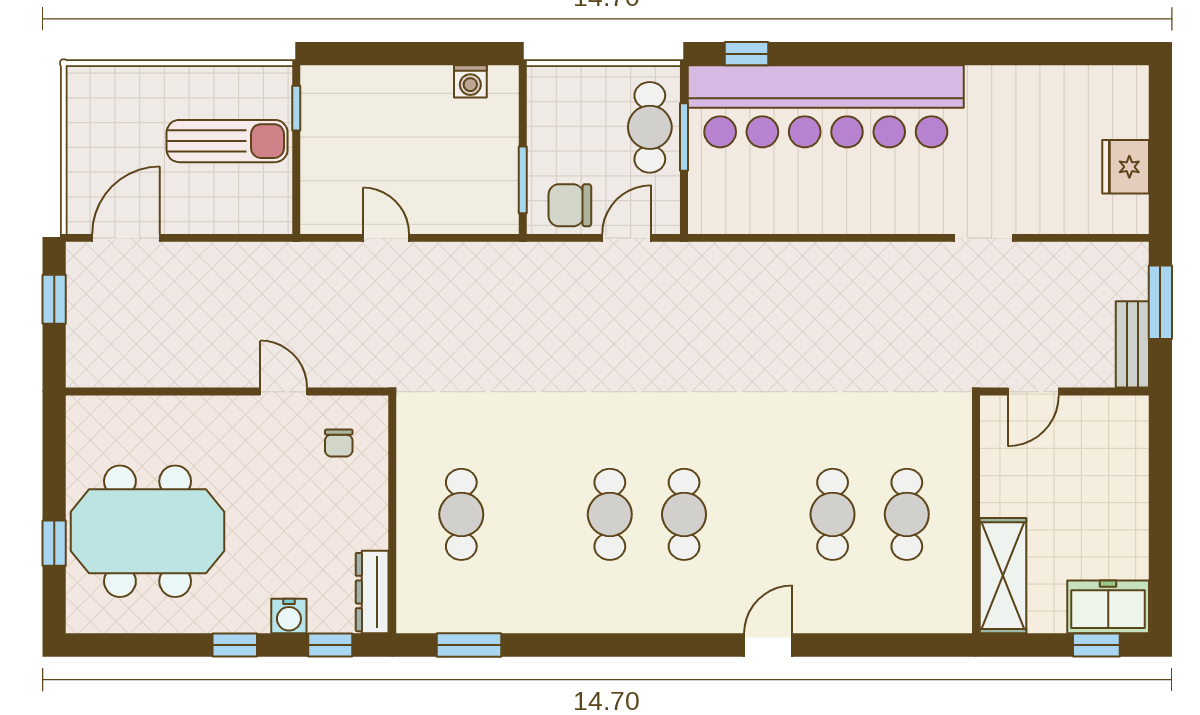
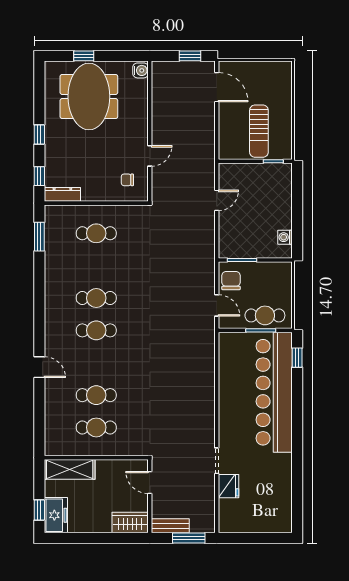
fridge: (1126, 167) -> (229, 486), moved, turned 90
wardrobe: (1125, 437) -> (130, 523), added
water cooler: (289, 616) -> (141, 70), moved, turned 180

